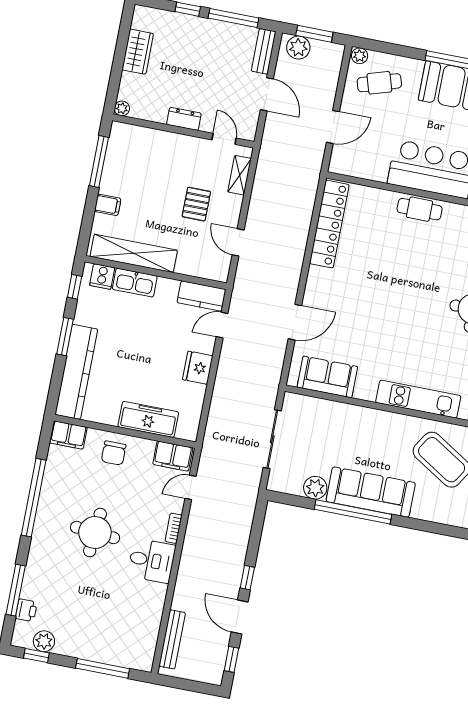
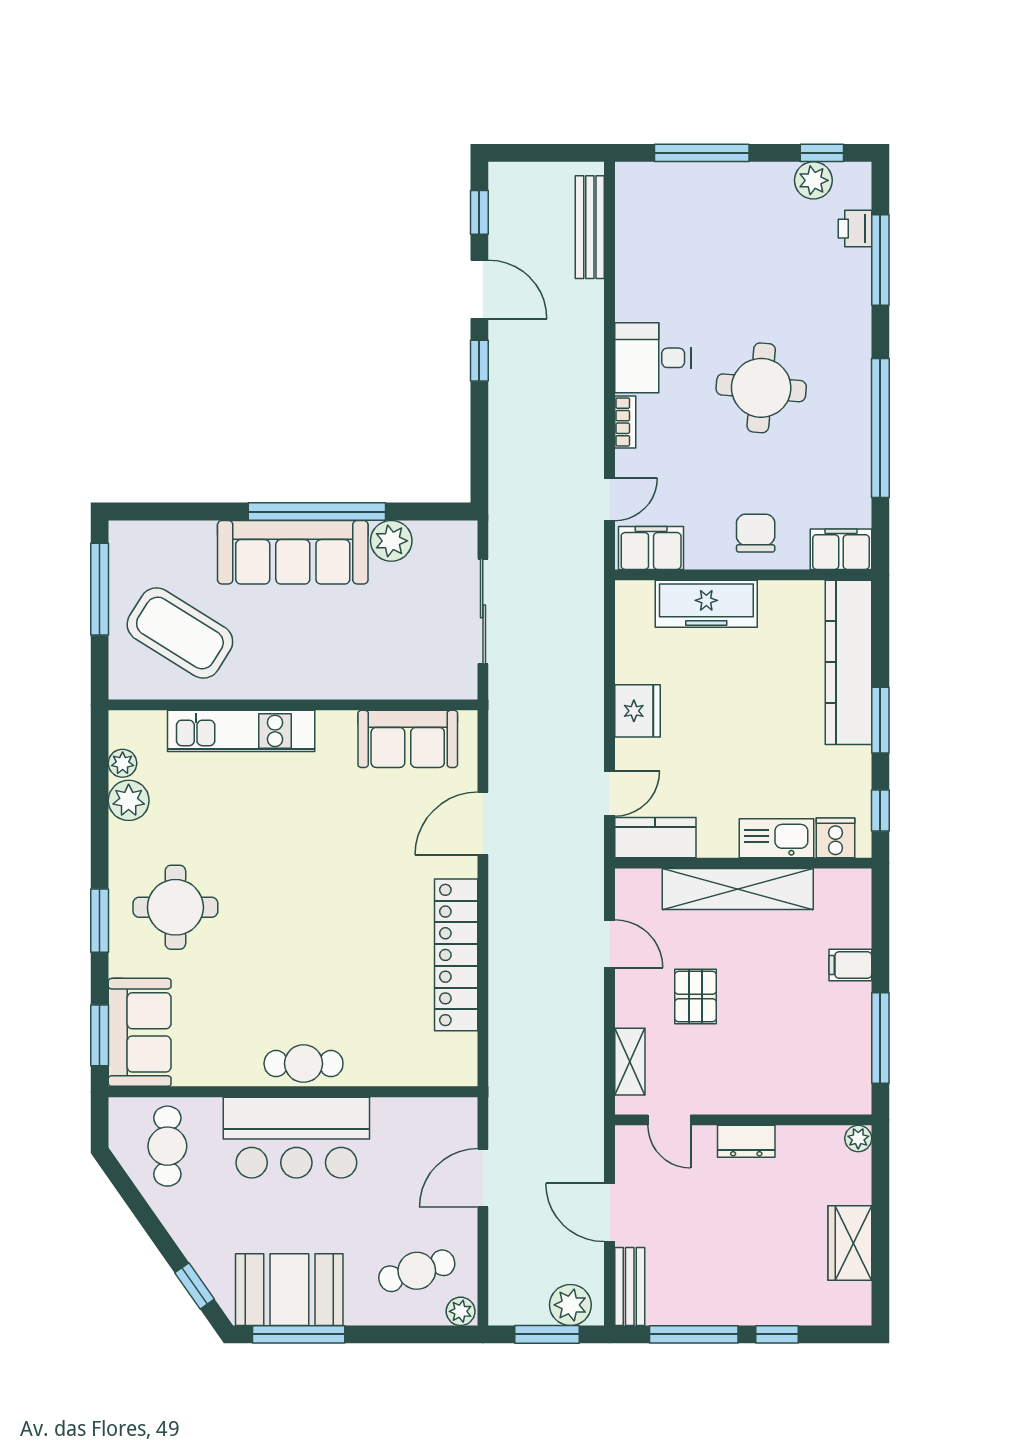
locker: (329, 224) -> (456, 955), moved
shelving: (134, 253) -> (738, 889), moved

